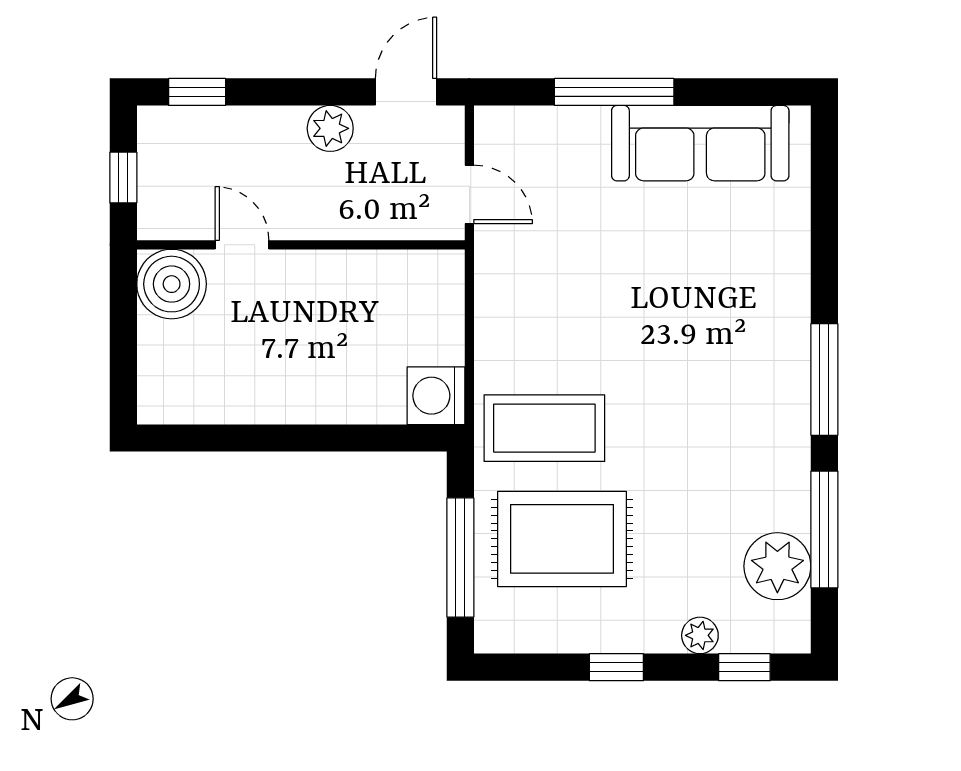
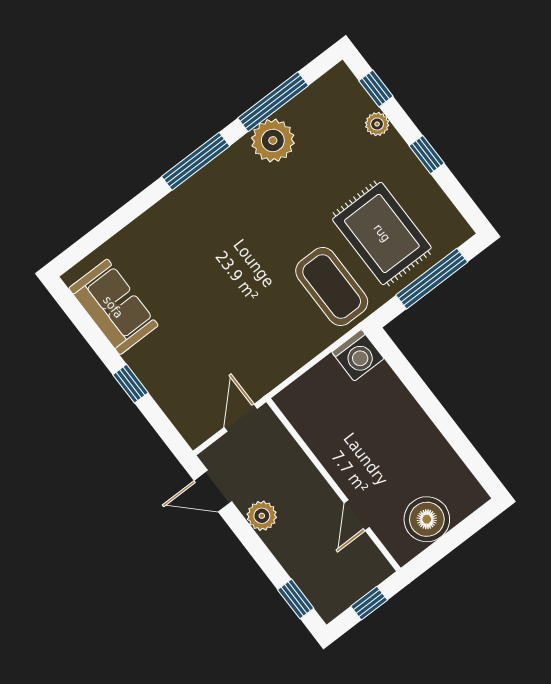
window: (614, 92) -> (131, 384), width x0.46
sofa: (700, 143) -> (113, 307), width x0.73
boiler: (172, 284) -> (427, 519), moved
plant: (777, 566) -> (273, 140), moved

